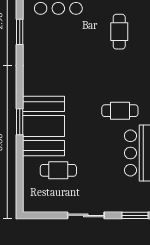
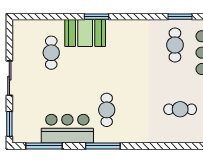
cafe table: (50, 37) -> (175, 45), added
booth: (43, 126) -> (85, 33), width x0.73, depth x0.70

